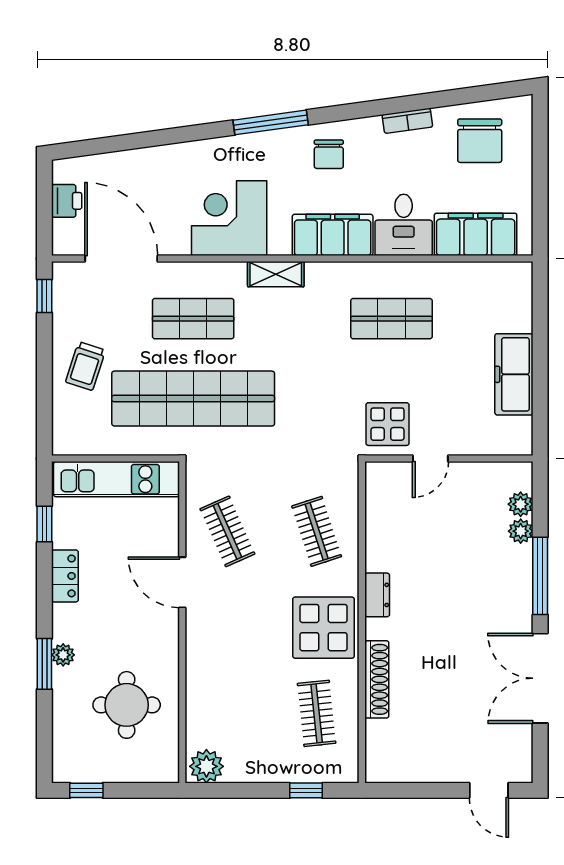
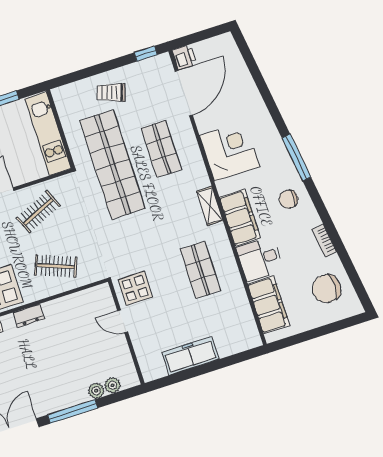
printer: (67, 201) -> (184, 57), moved, turned -90
shelving: (276, 274) -> (210, 206), moved
clothes rail: (317, 531) -> (56, 266), turned 39

